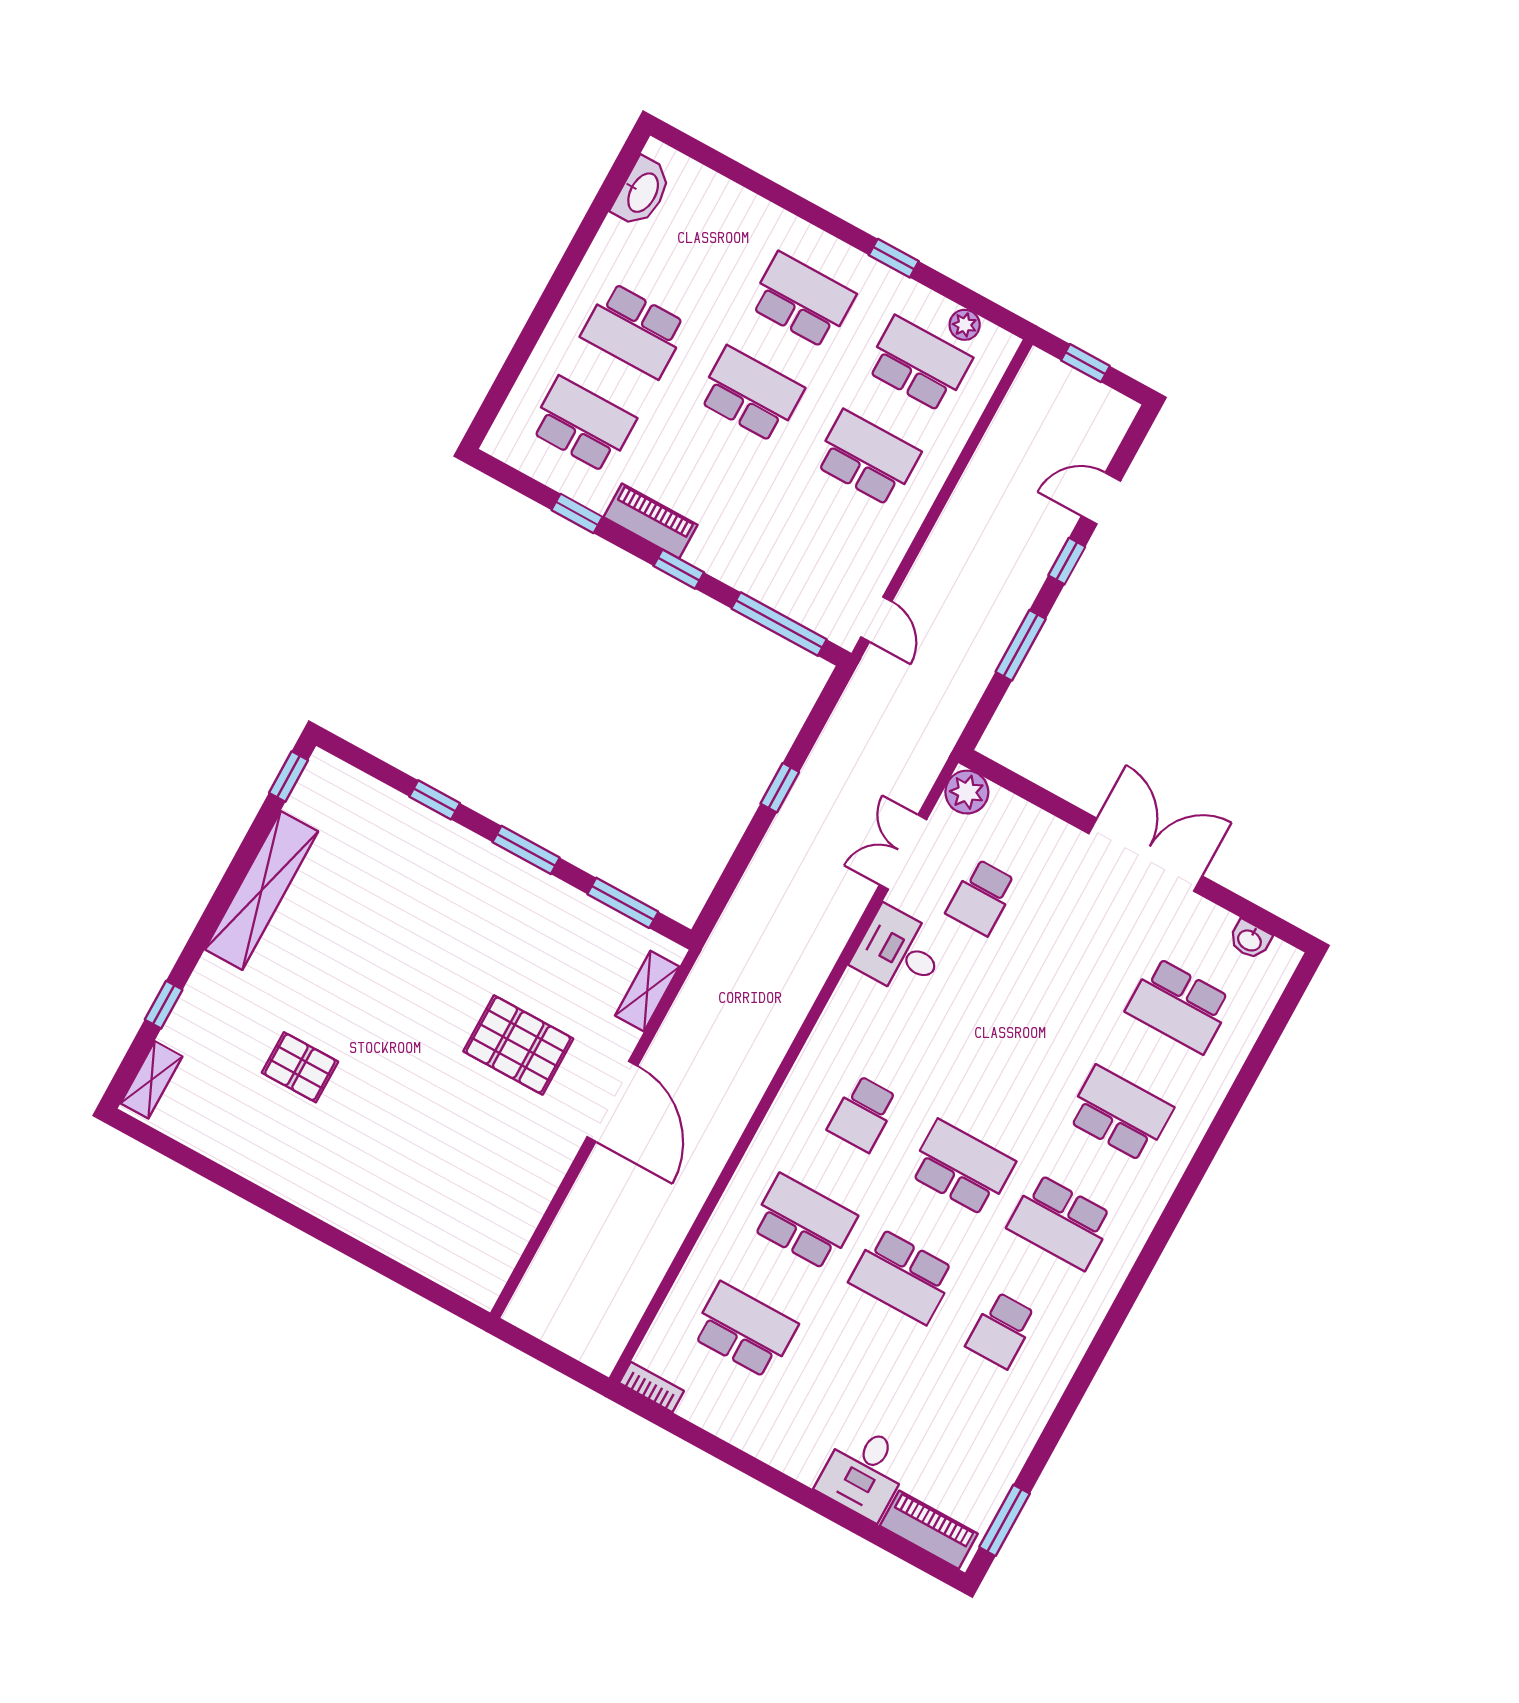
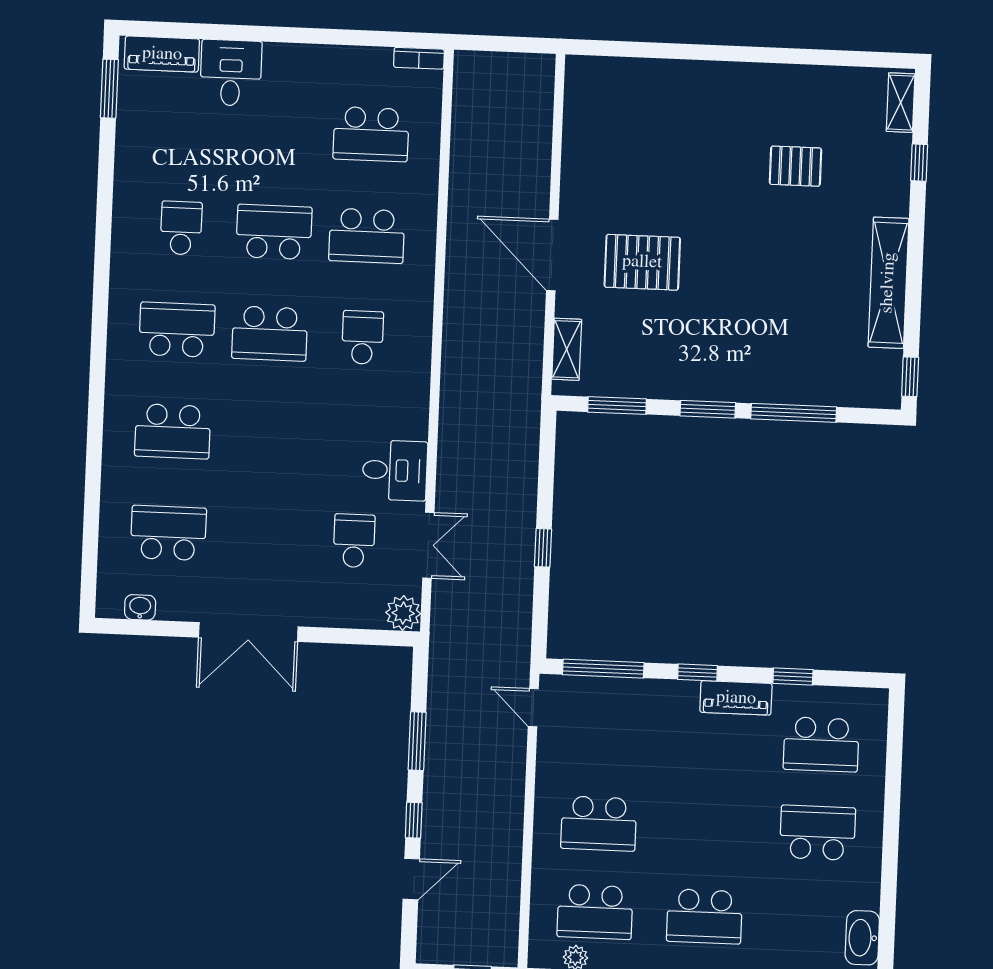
school desk: (751, 394) -> (708, 828), removed
window: (435, 800) -> (794, 413), width x2.17

